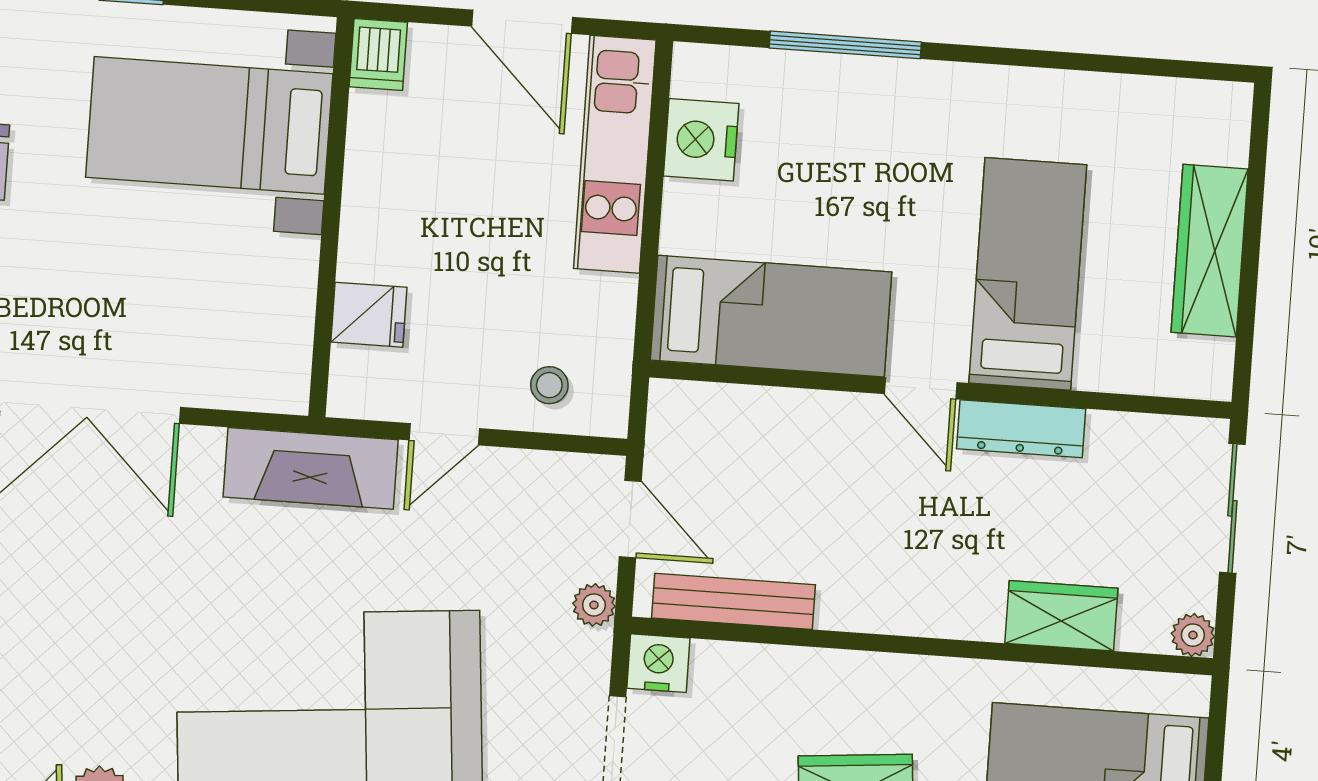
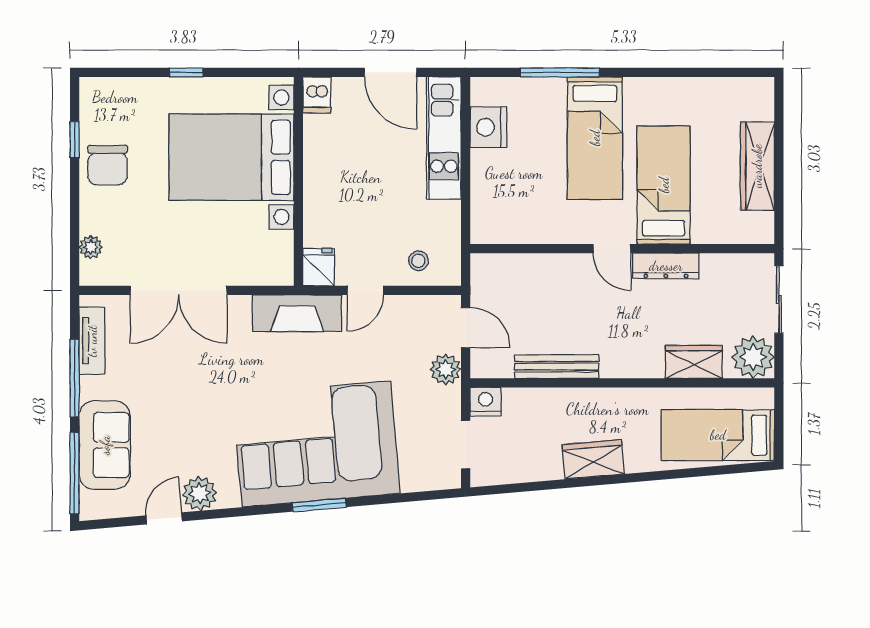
bed with nightstands: (209, 125) -> (231, 157), width x1.36
fridge: (369, 315) -> (319, 267), moved, turned -90
bed: (771, 316) -> (595, 138), moved, turned 90
bench: (734, 601) -> (557, 367), moved
plant: (594, 605) -> (446, 370), width x1.38, depth x1.38
plant: (1193, 635) -> (753, 357), width x1.88, depth x1.88

